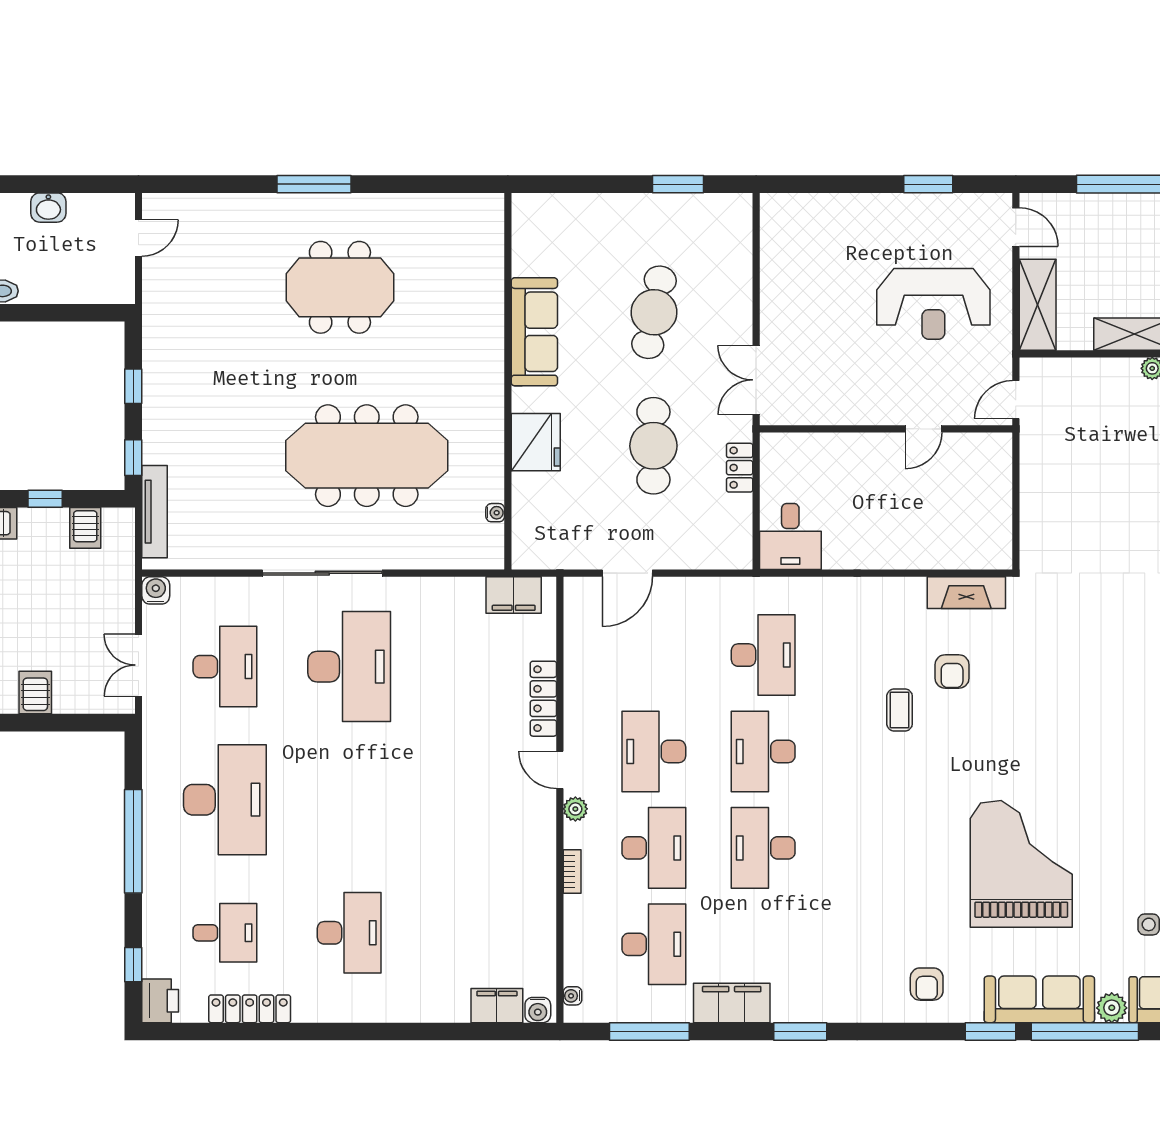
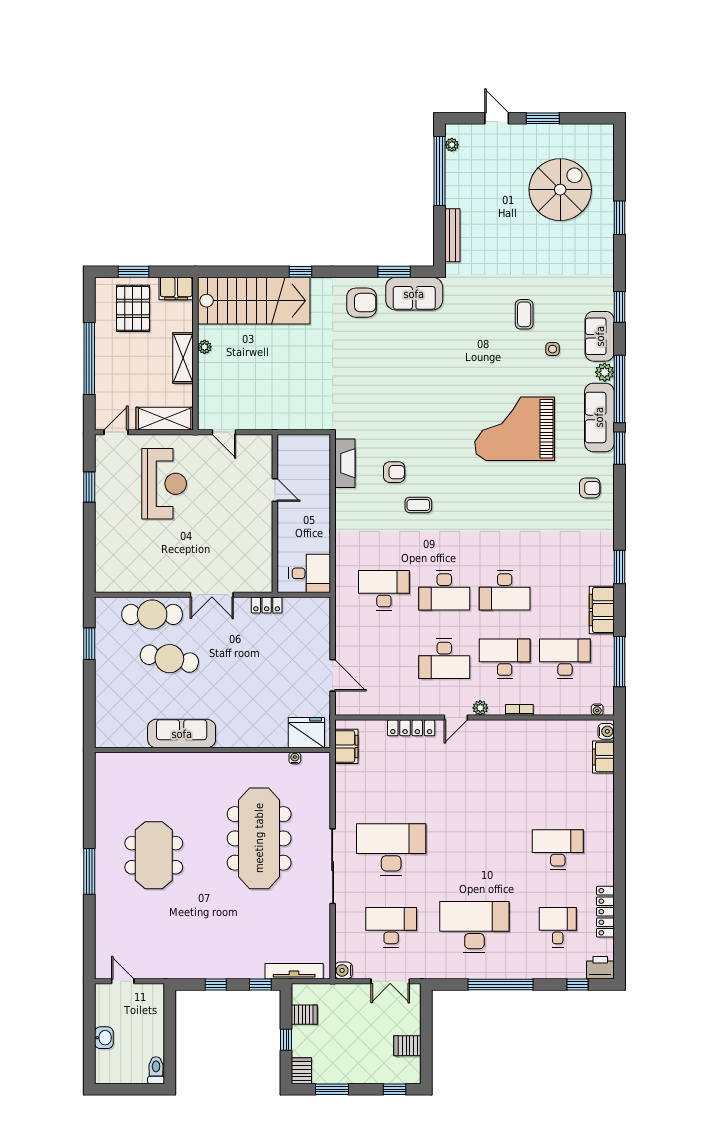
wall: (886, 429) -> (275, 513), moved
door: (924, 429) -> (275, 490), moved
fridge: (536, 442) -> (306, 733), moved
cafe table: (653, 446) -> (152, 614), moved

